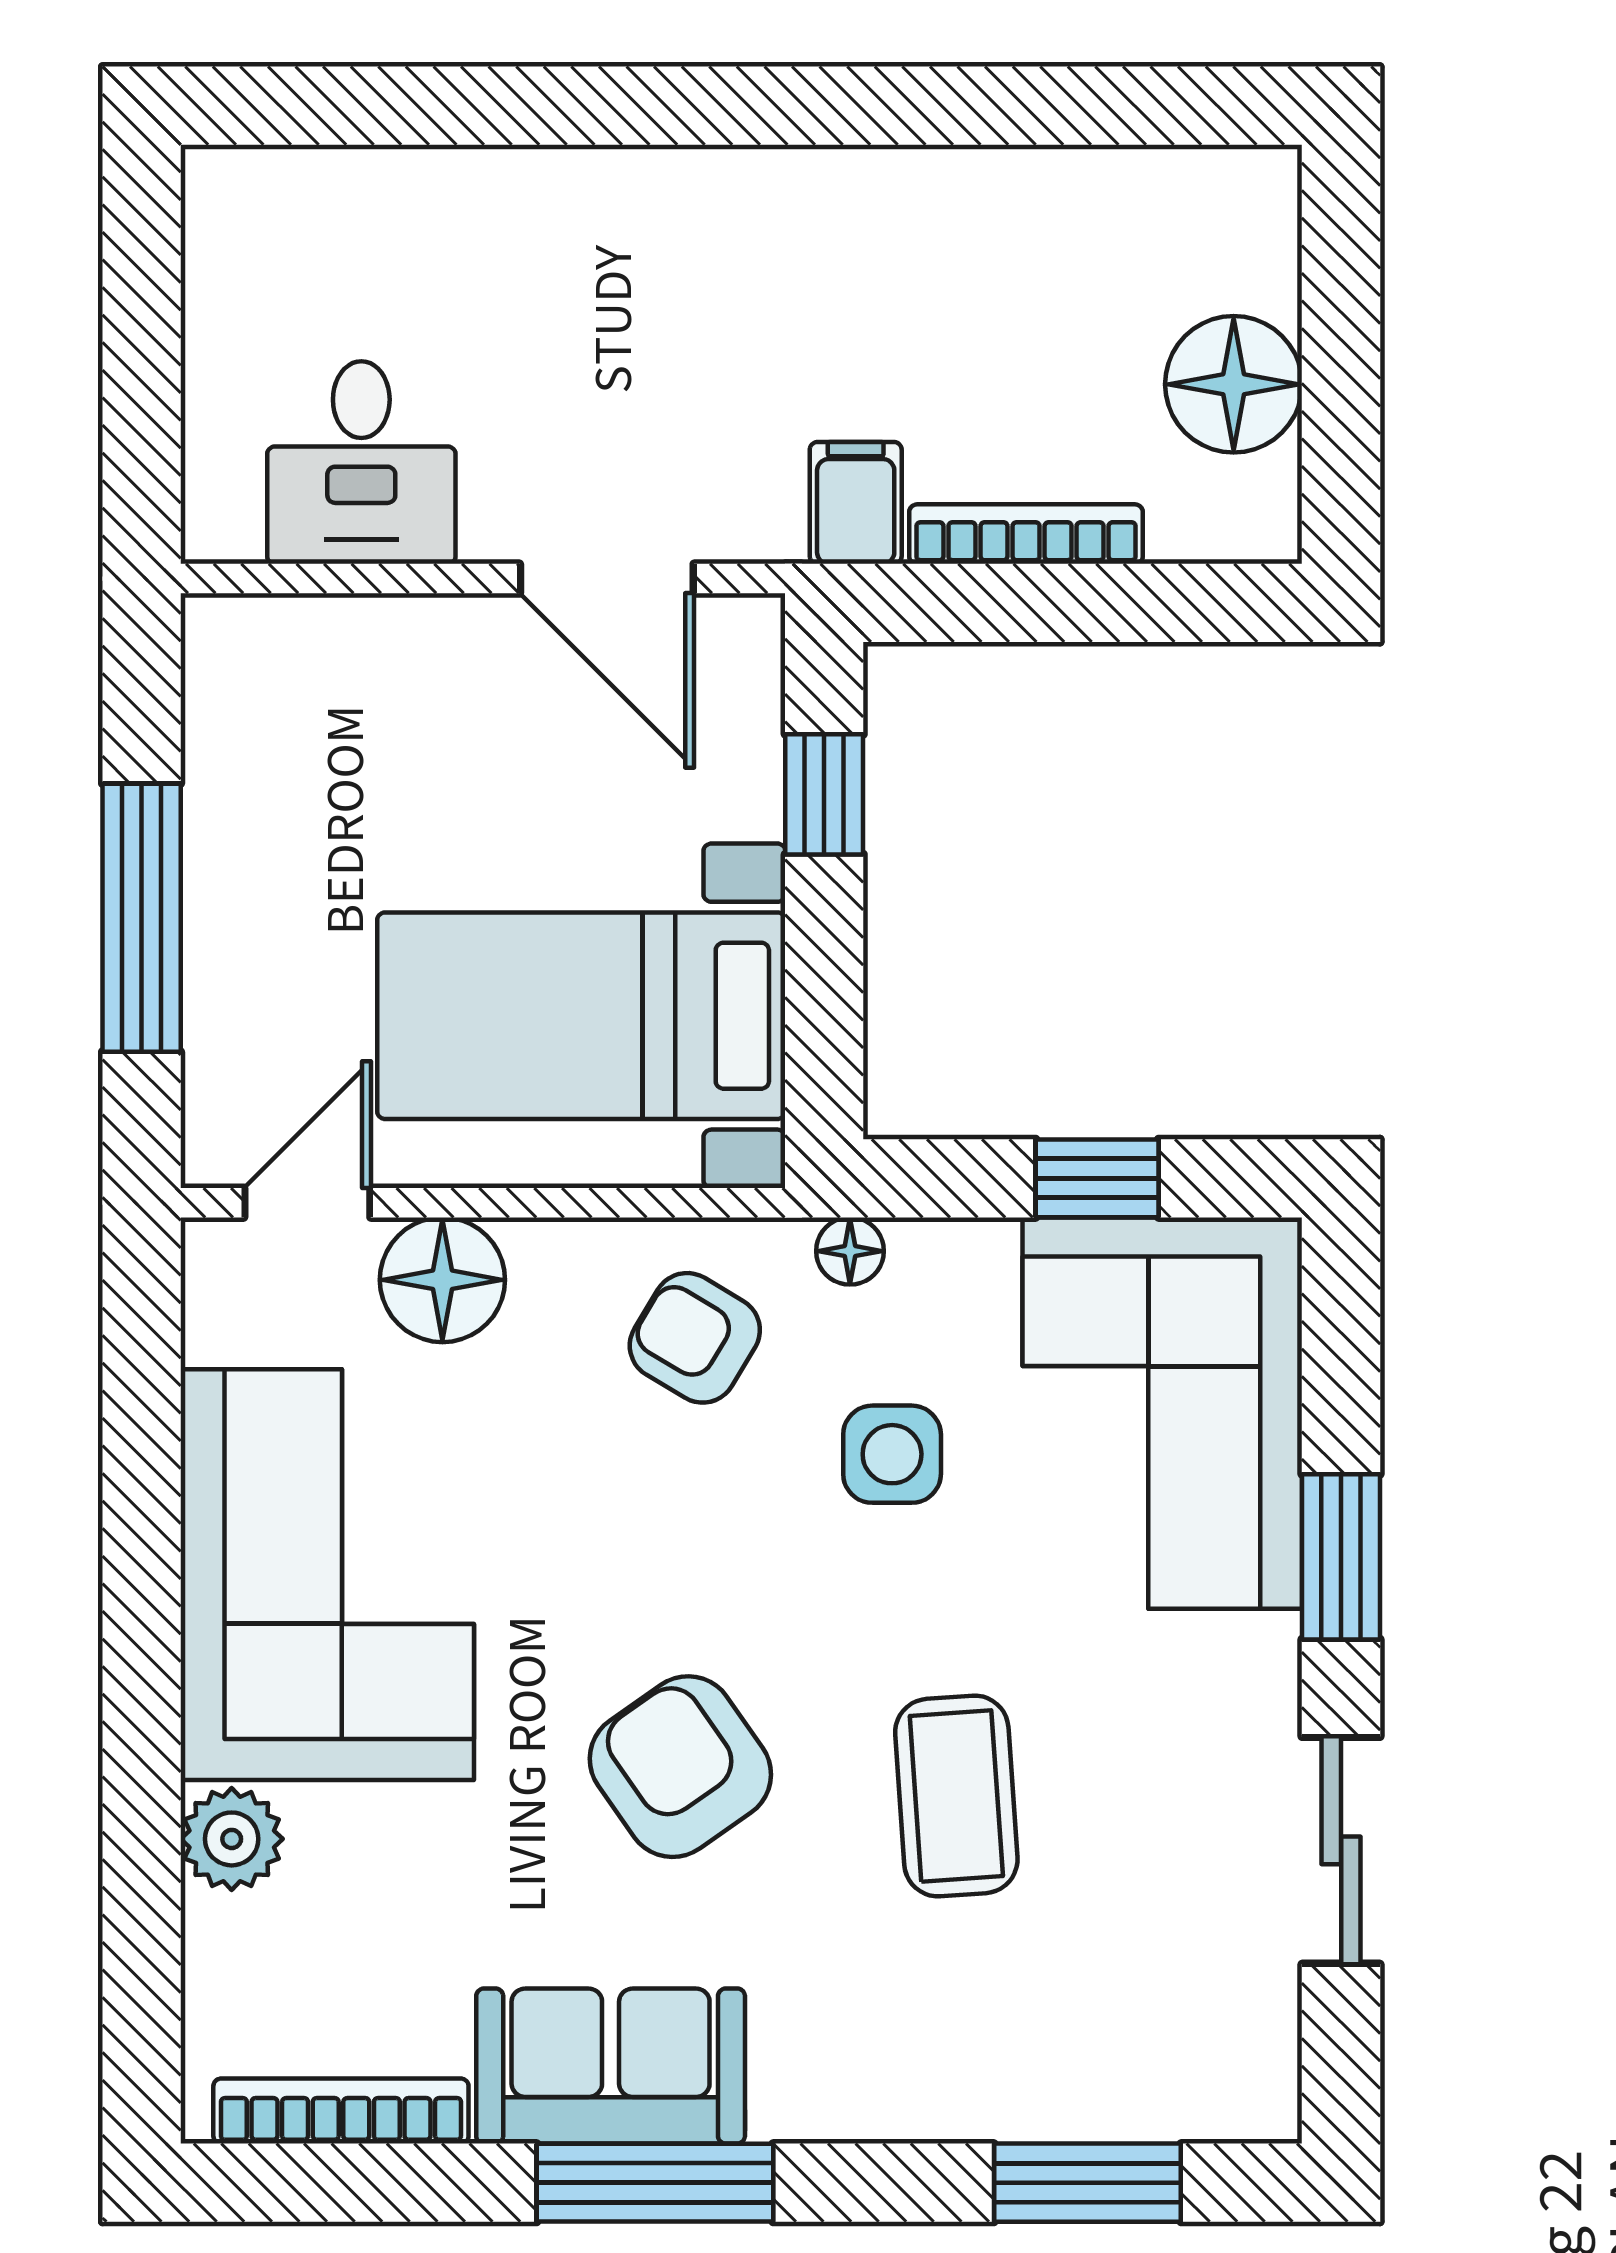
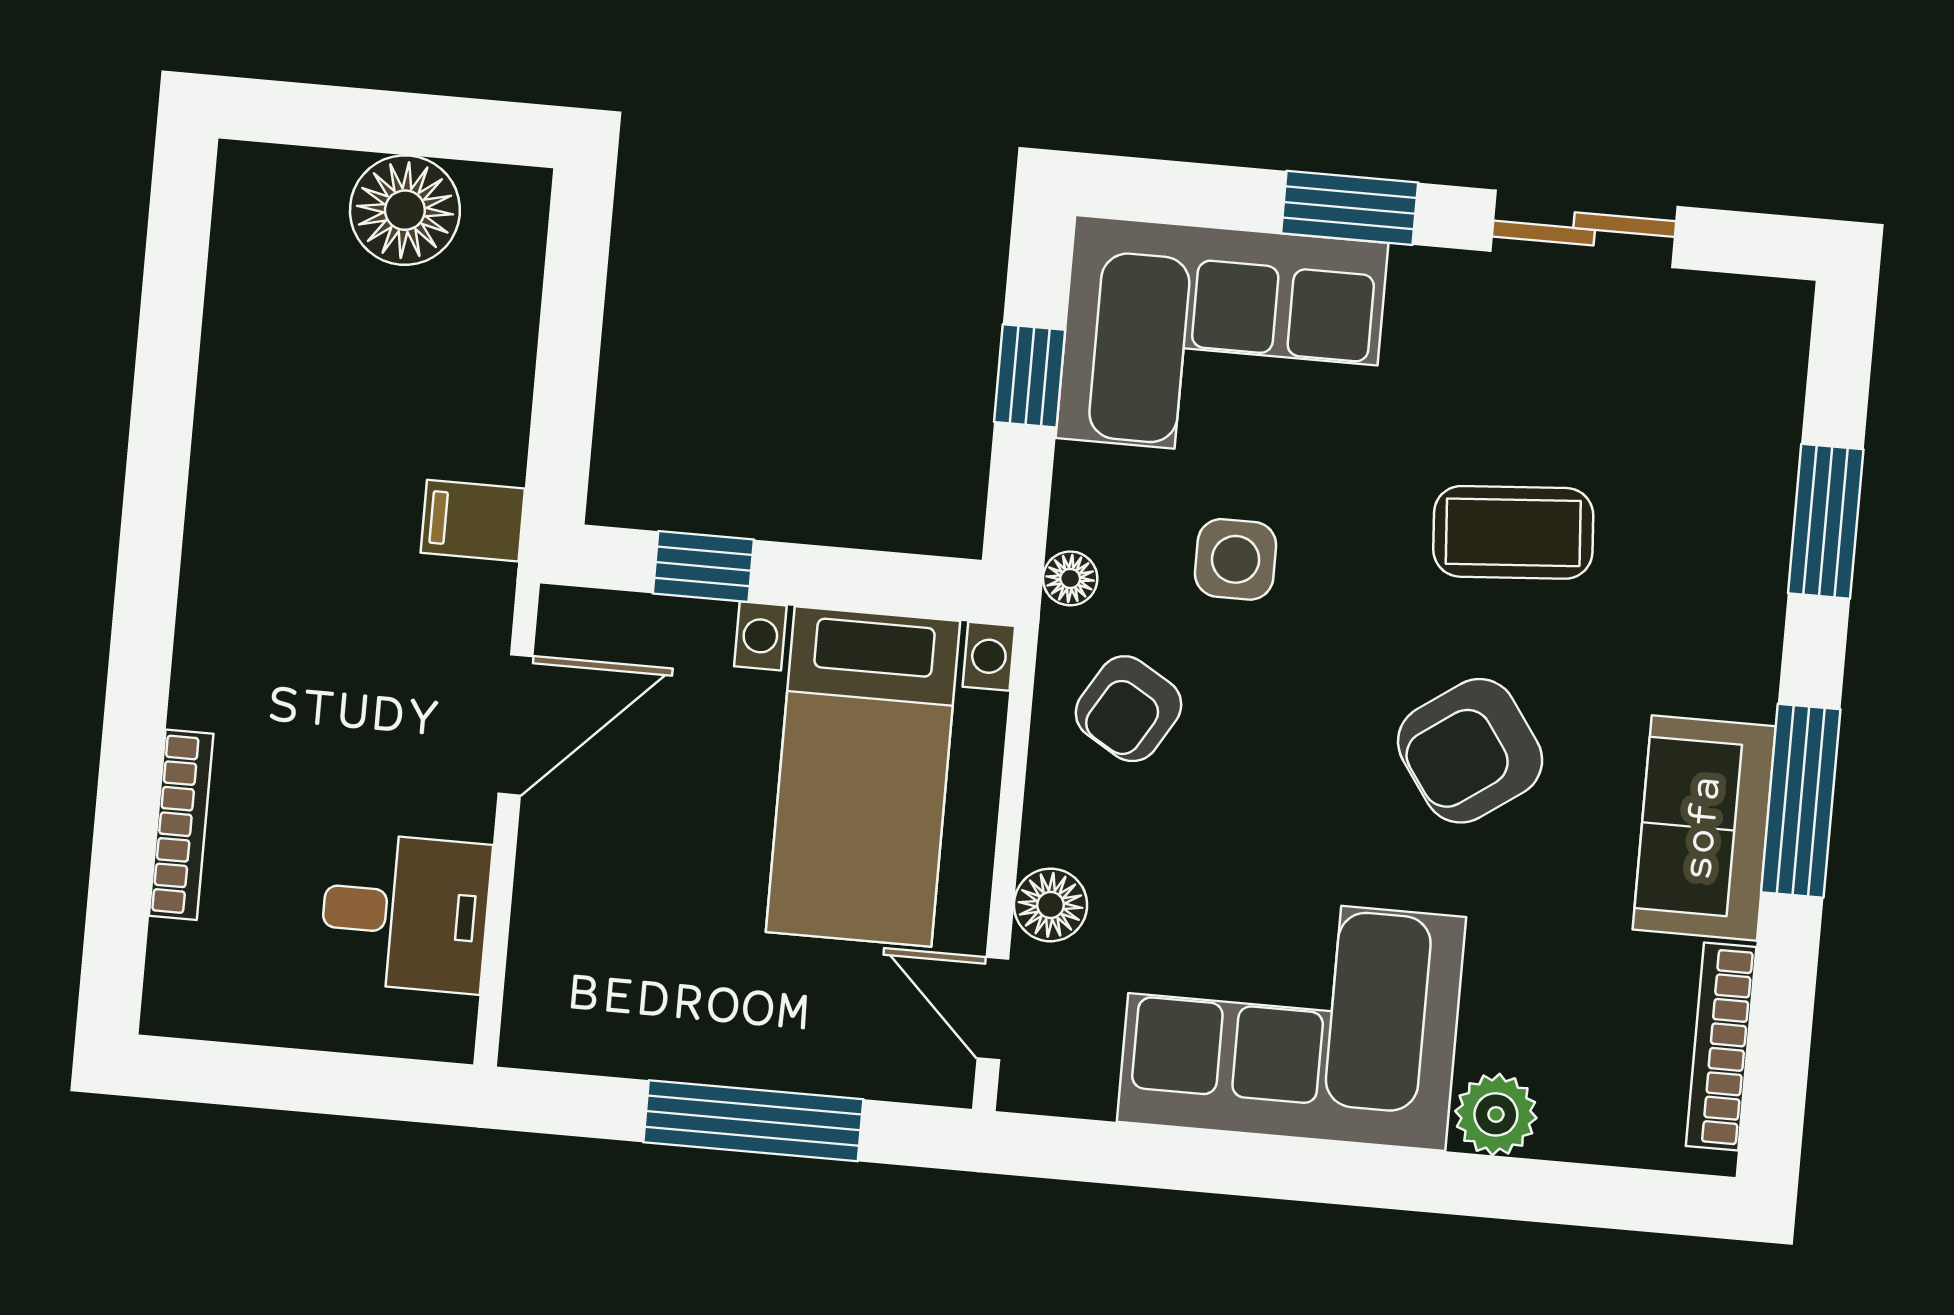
bookcase: (1026, 534) -> (181, 825), moved, turned 180
floor lamp: (442, 1280) -> (1050, 905), width x0.73, depth x0.73
window: (1087, 2183) -> (1826, 521), moved

